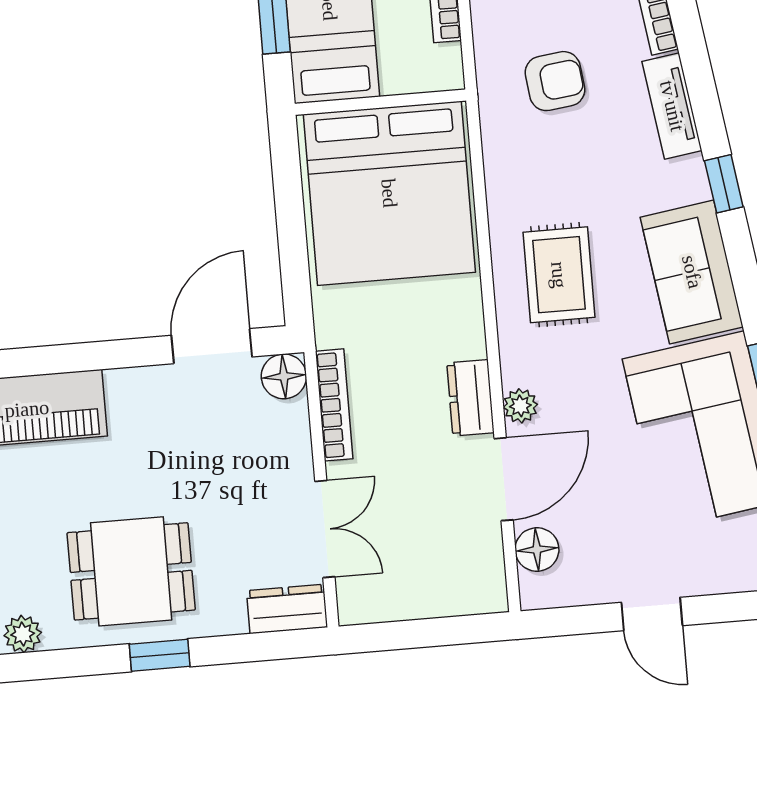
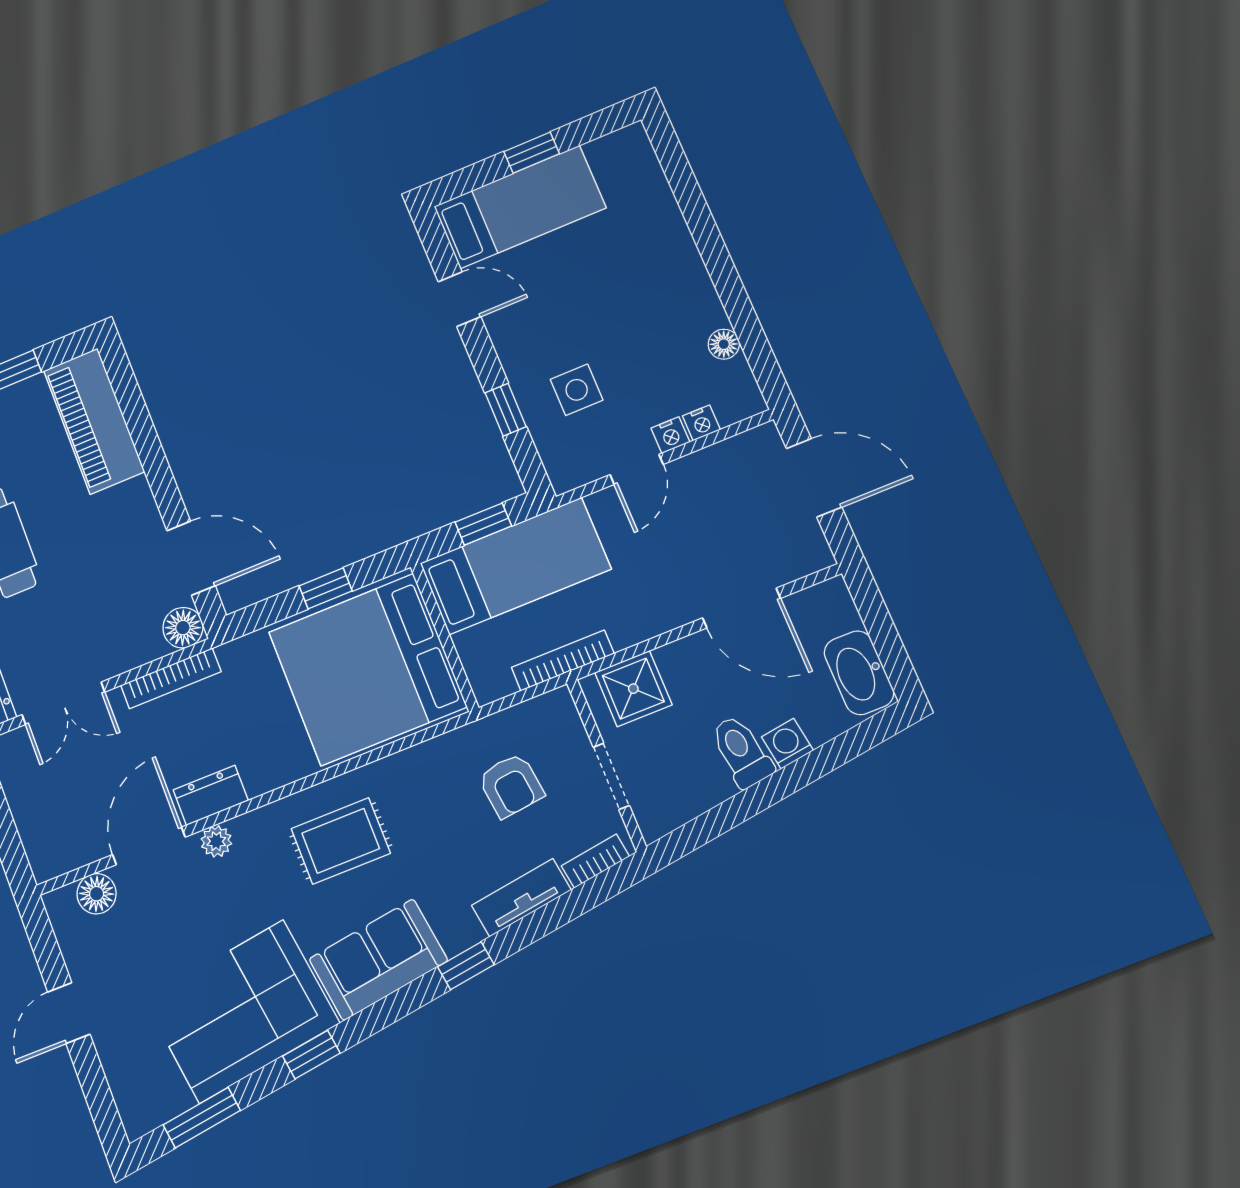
window: (290, 212) -> (326, 588), added
door: (504, 479) -> (149, 846), swing flipped

